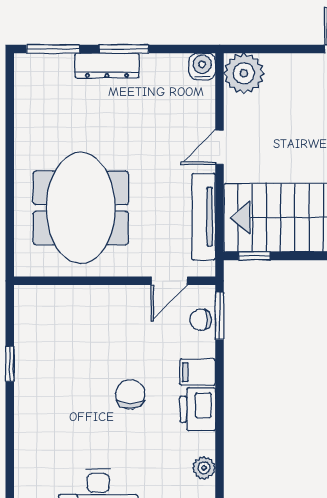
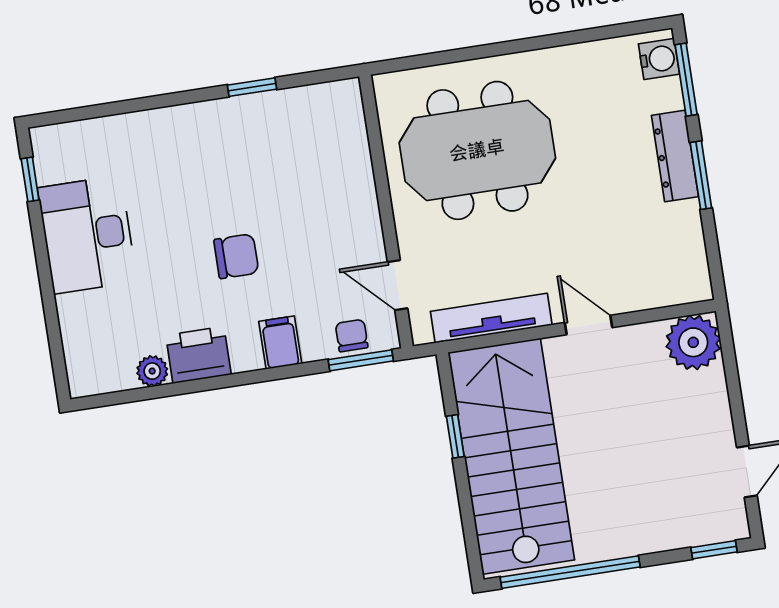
water cooler: (202, 66) -> (659, 59), moved
window: (254, 256) -> (455, 436), moved
printer: (198, 409) -> (198, 355), moved

